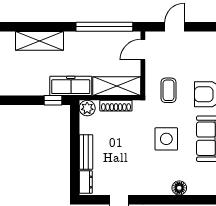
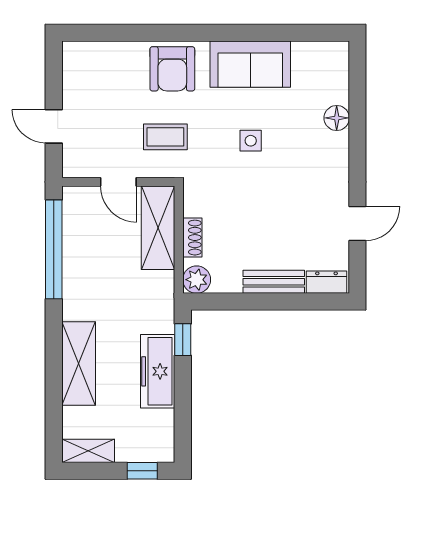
door: (143, 50) -> (118, 182), moved
freezer: (71, 86) -> (158, 371), moved
shoe rack: (116, 106) -> (192, 238), width x0.70
side table: (166, 139) -> (251, 141), width x0.54, depth x0.54

